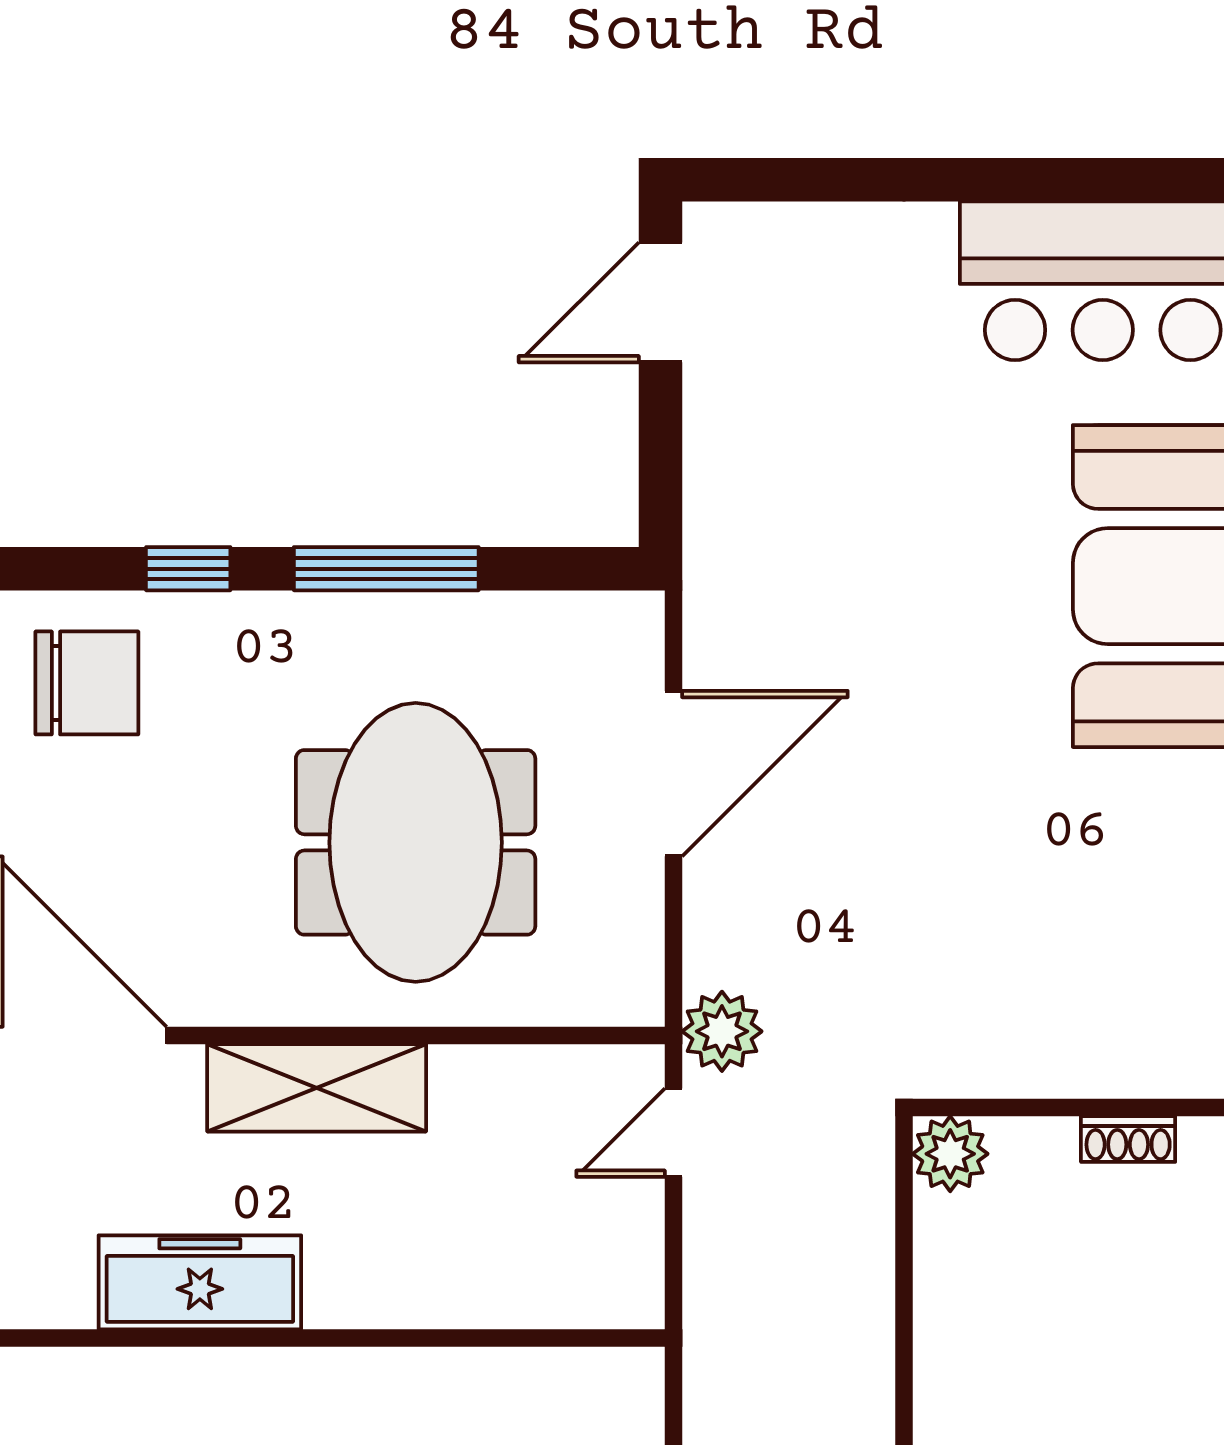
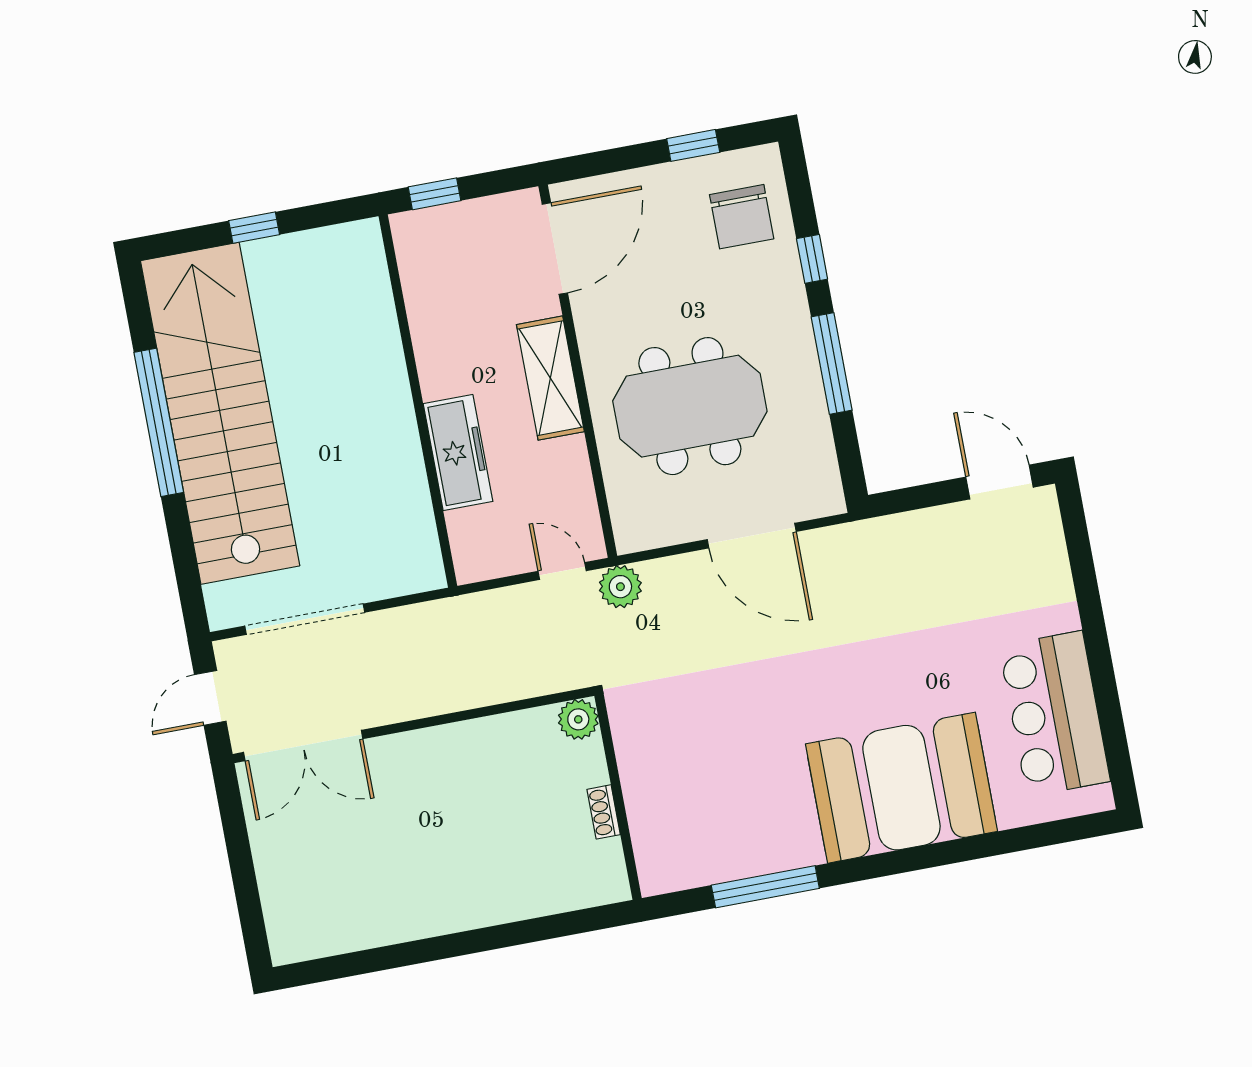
freezer: (200, 1282) -> (458, 453), moved

